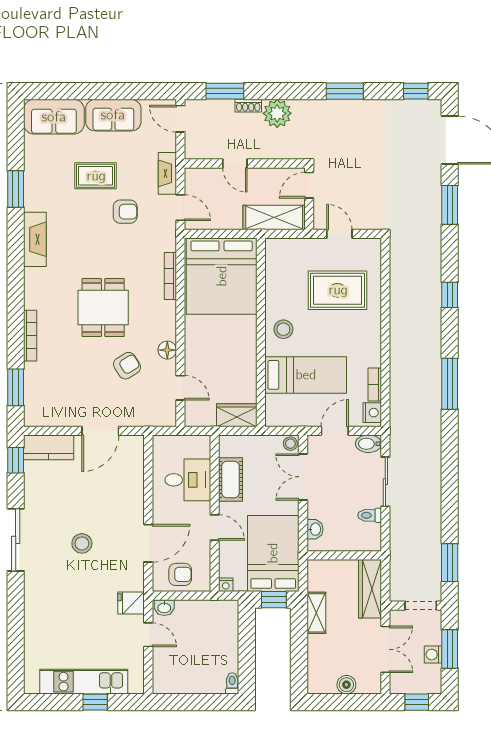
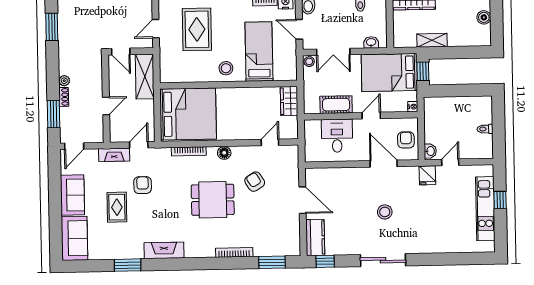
plant: (277, 113) -> (64, 81), width x0.53, depth x0.53
floor lamp: (167, 350) -> (224, 153), moved
toilet: (232, 683) -> (485, 129), moved

